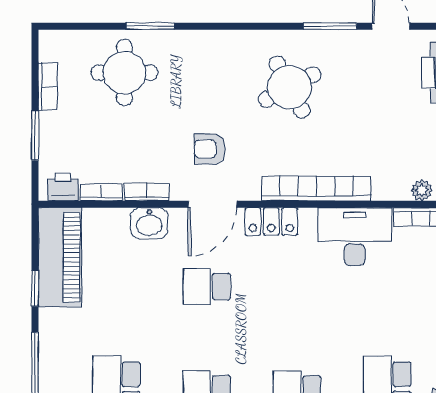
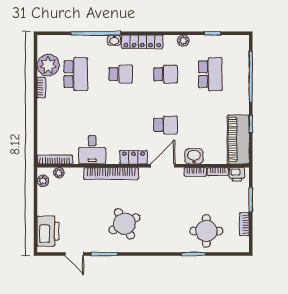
armchair: (210, 149) -> (164, 193), removed
desk: (355, 237) -> (92, 150), width x0.73

